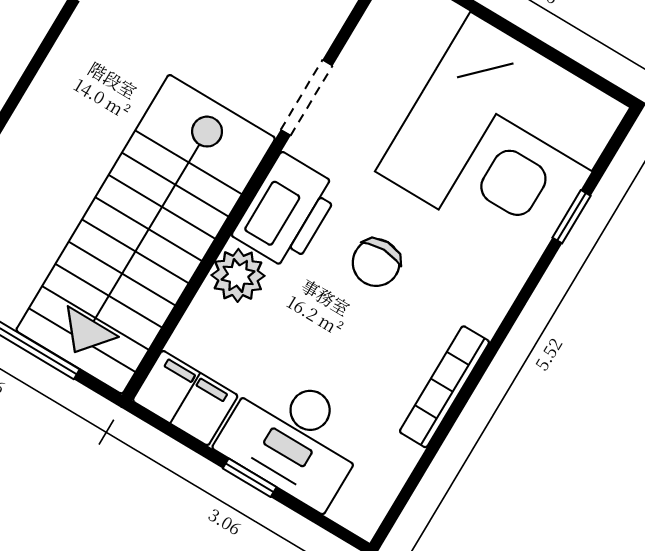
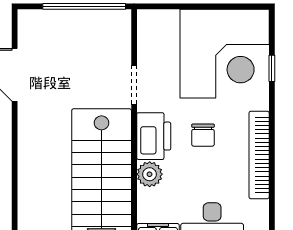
bookcase: (444, 387) -> (259, 155), width x1.48, depth x1.31

